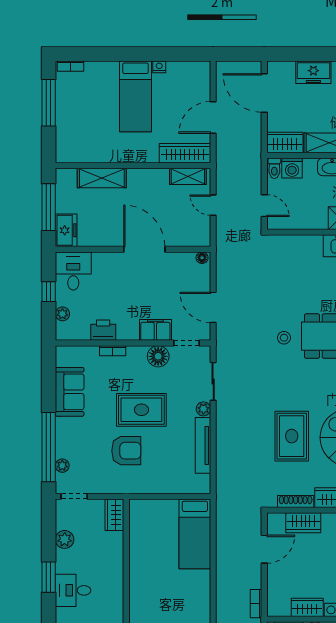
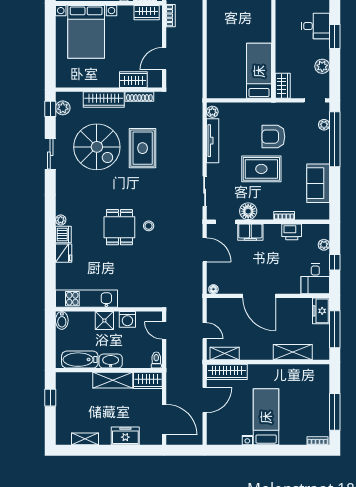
washing machine: (292, 168) -> (127, 319), moved, turned 180
plant: (203, 409) -> (212, 112), moved
bed: (195, 534) -> (259, 71), moved
wardrobe: (307, 607) -> (147, 13), moved

